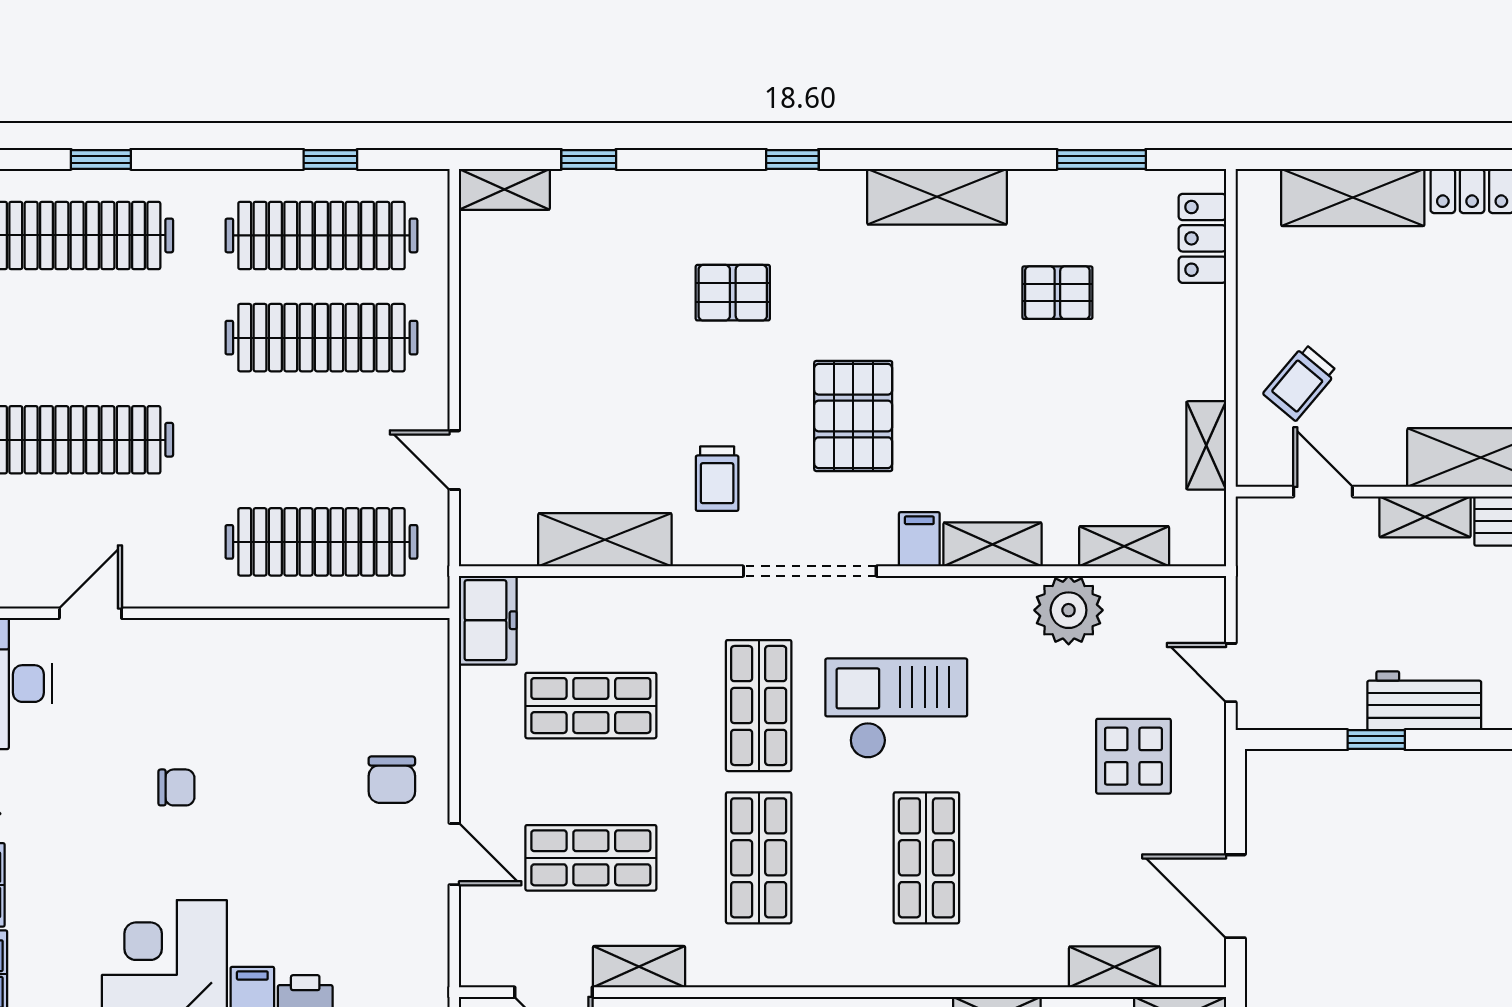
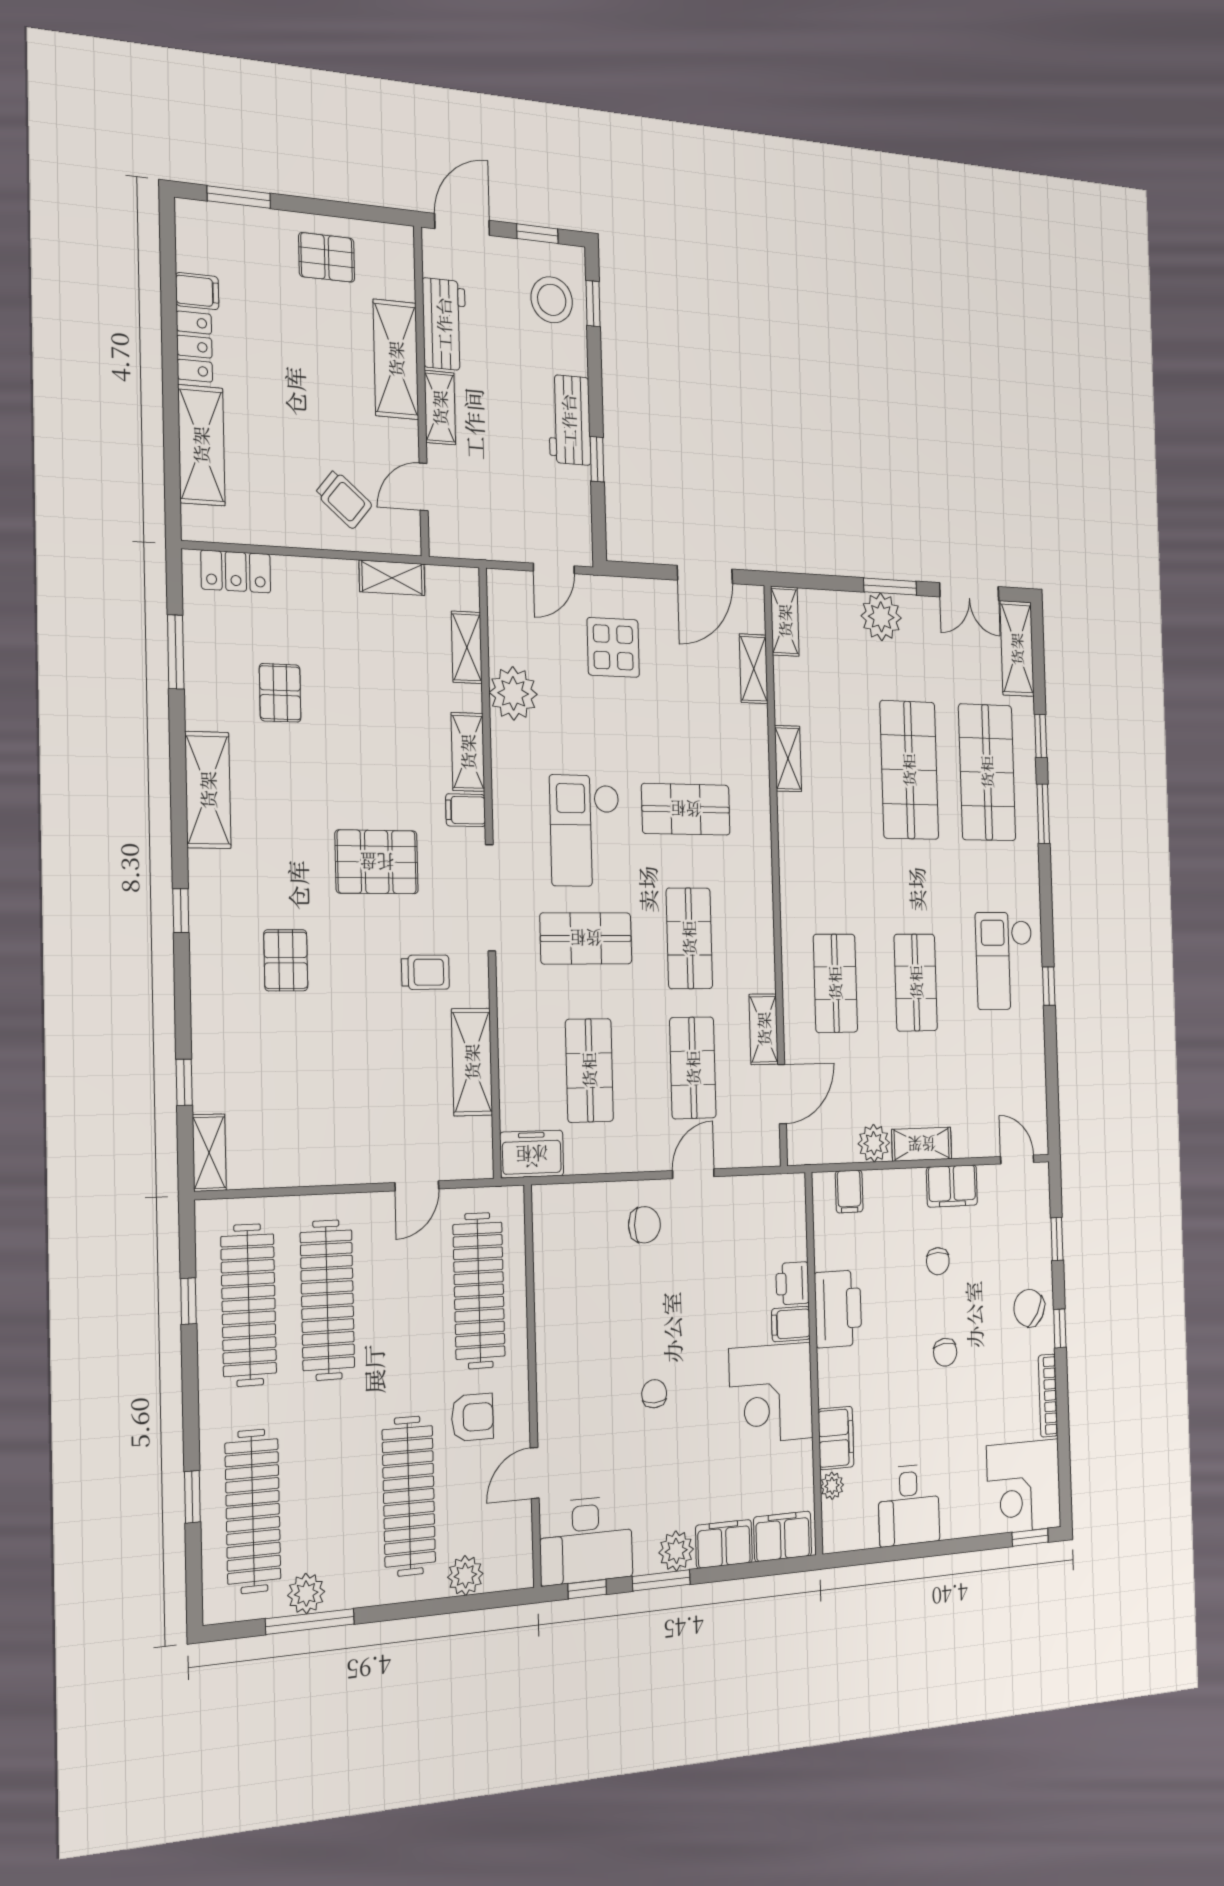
armchair: (166, 529) -> (472, 1417), added
door: (90, 613) -> (535, 1473), hinge flipped
shop shelf: (759, 858) -> (689, 938), turned 90

